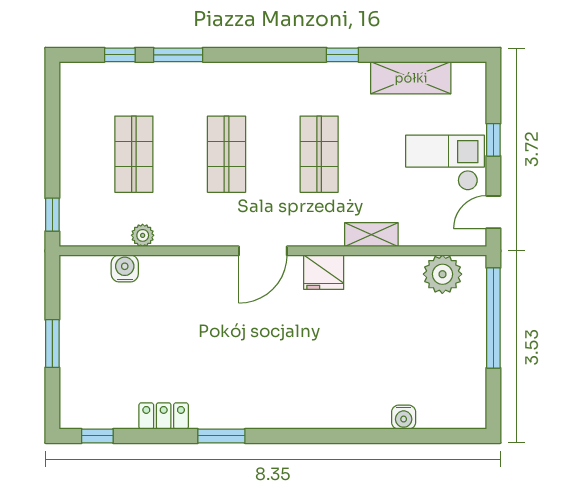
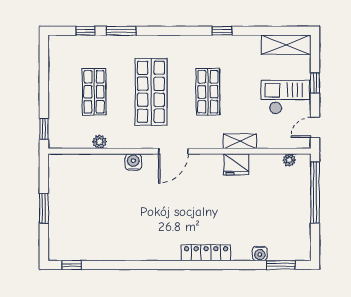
shelving: (411, 78) -> (286, 45), moved
shop shelf: (227, 154) -> (151, 92), width x1.43, depth x1.36
water cooler: (125, 268) -> (133, 162), moved
fridge: (324, 272) -> (236, 164), moved
plant: (442, 274) -> (289, 160), width x0.53, depth x0.53
locker: (164, 416) -> (206, 253), moved, width x1.53
window: (221, 436) -> (281, 265), moved

